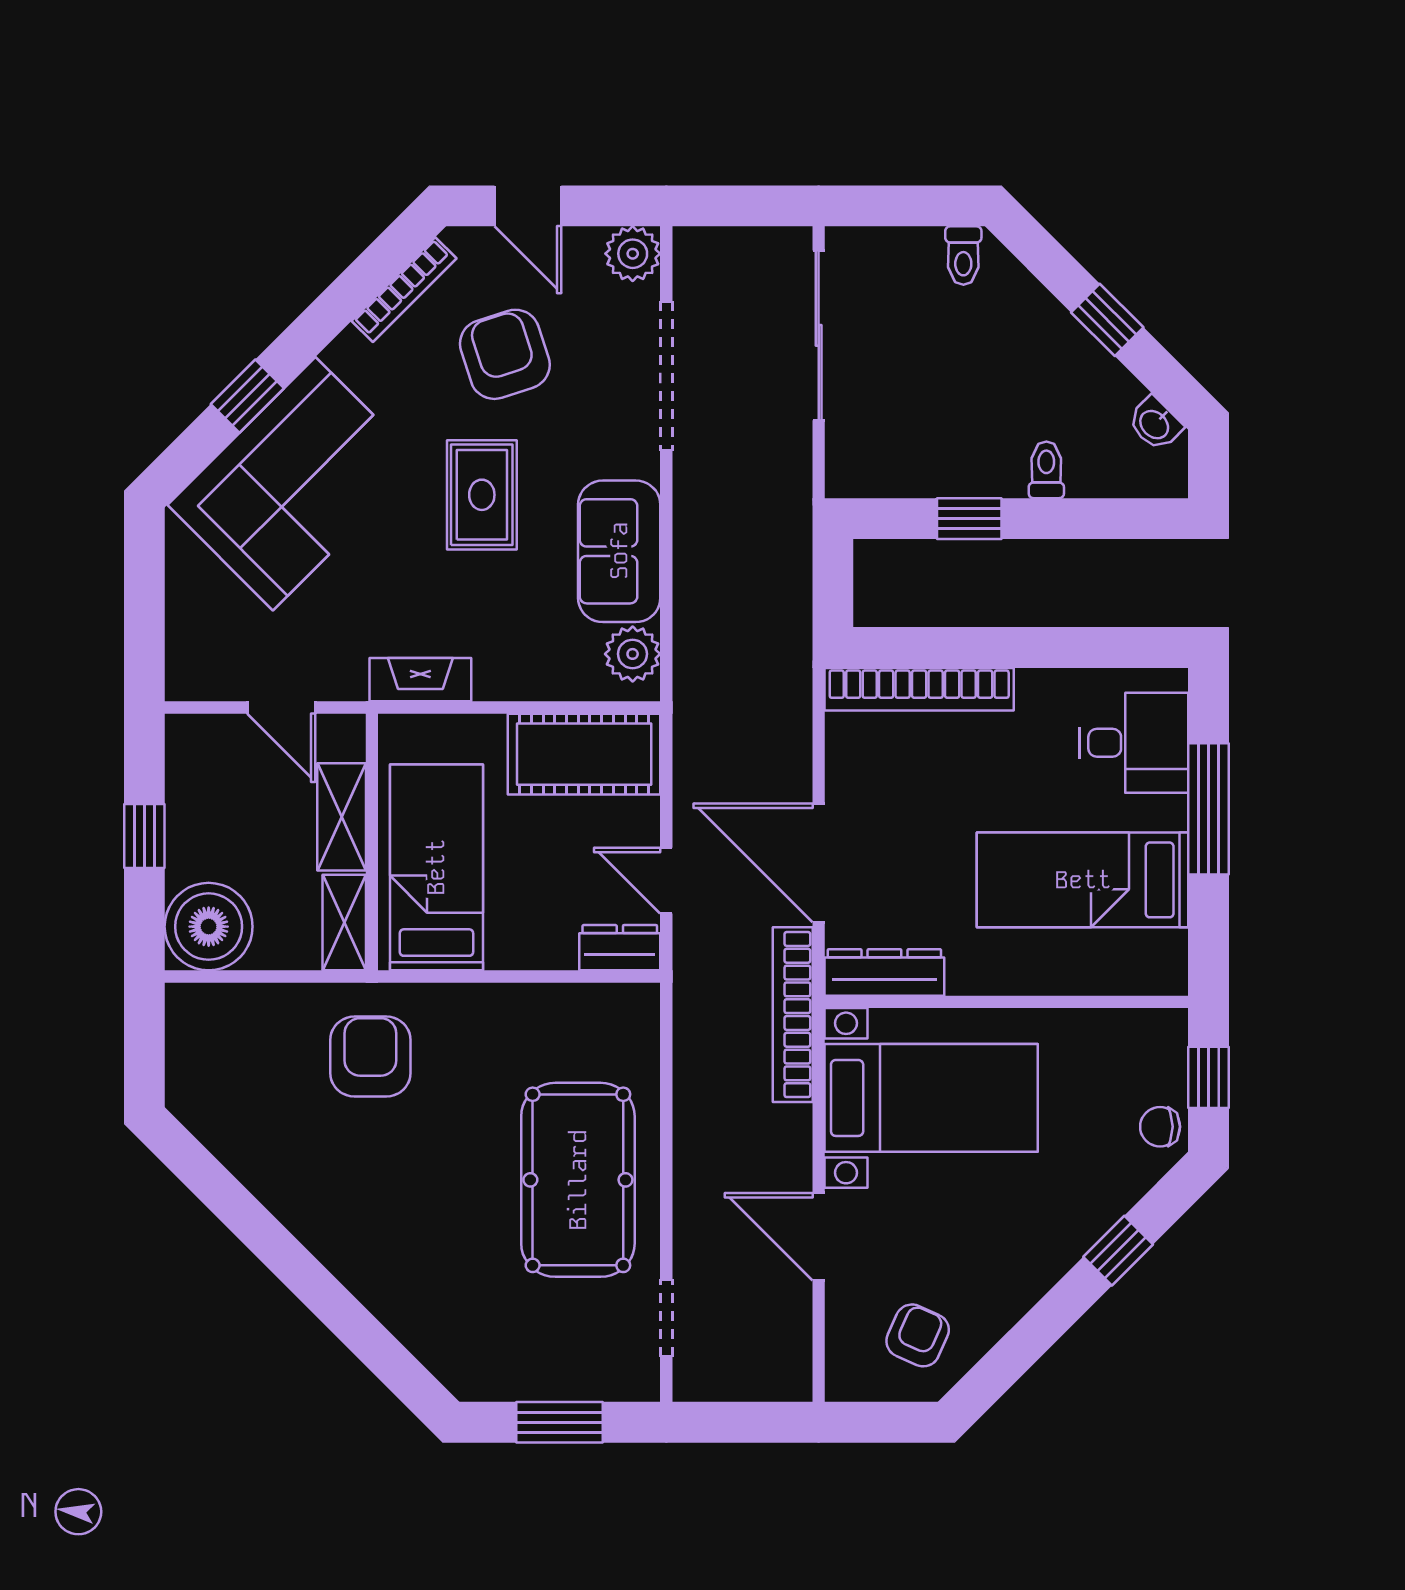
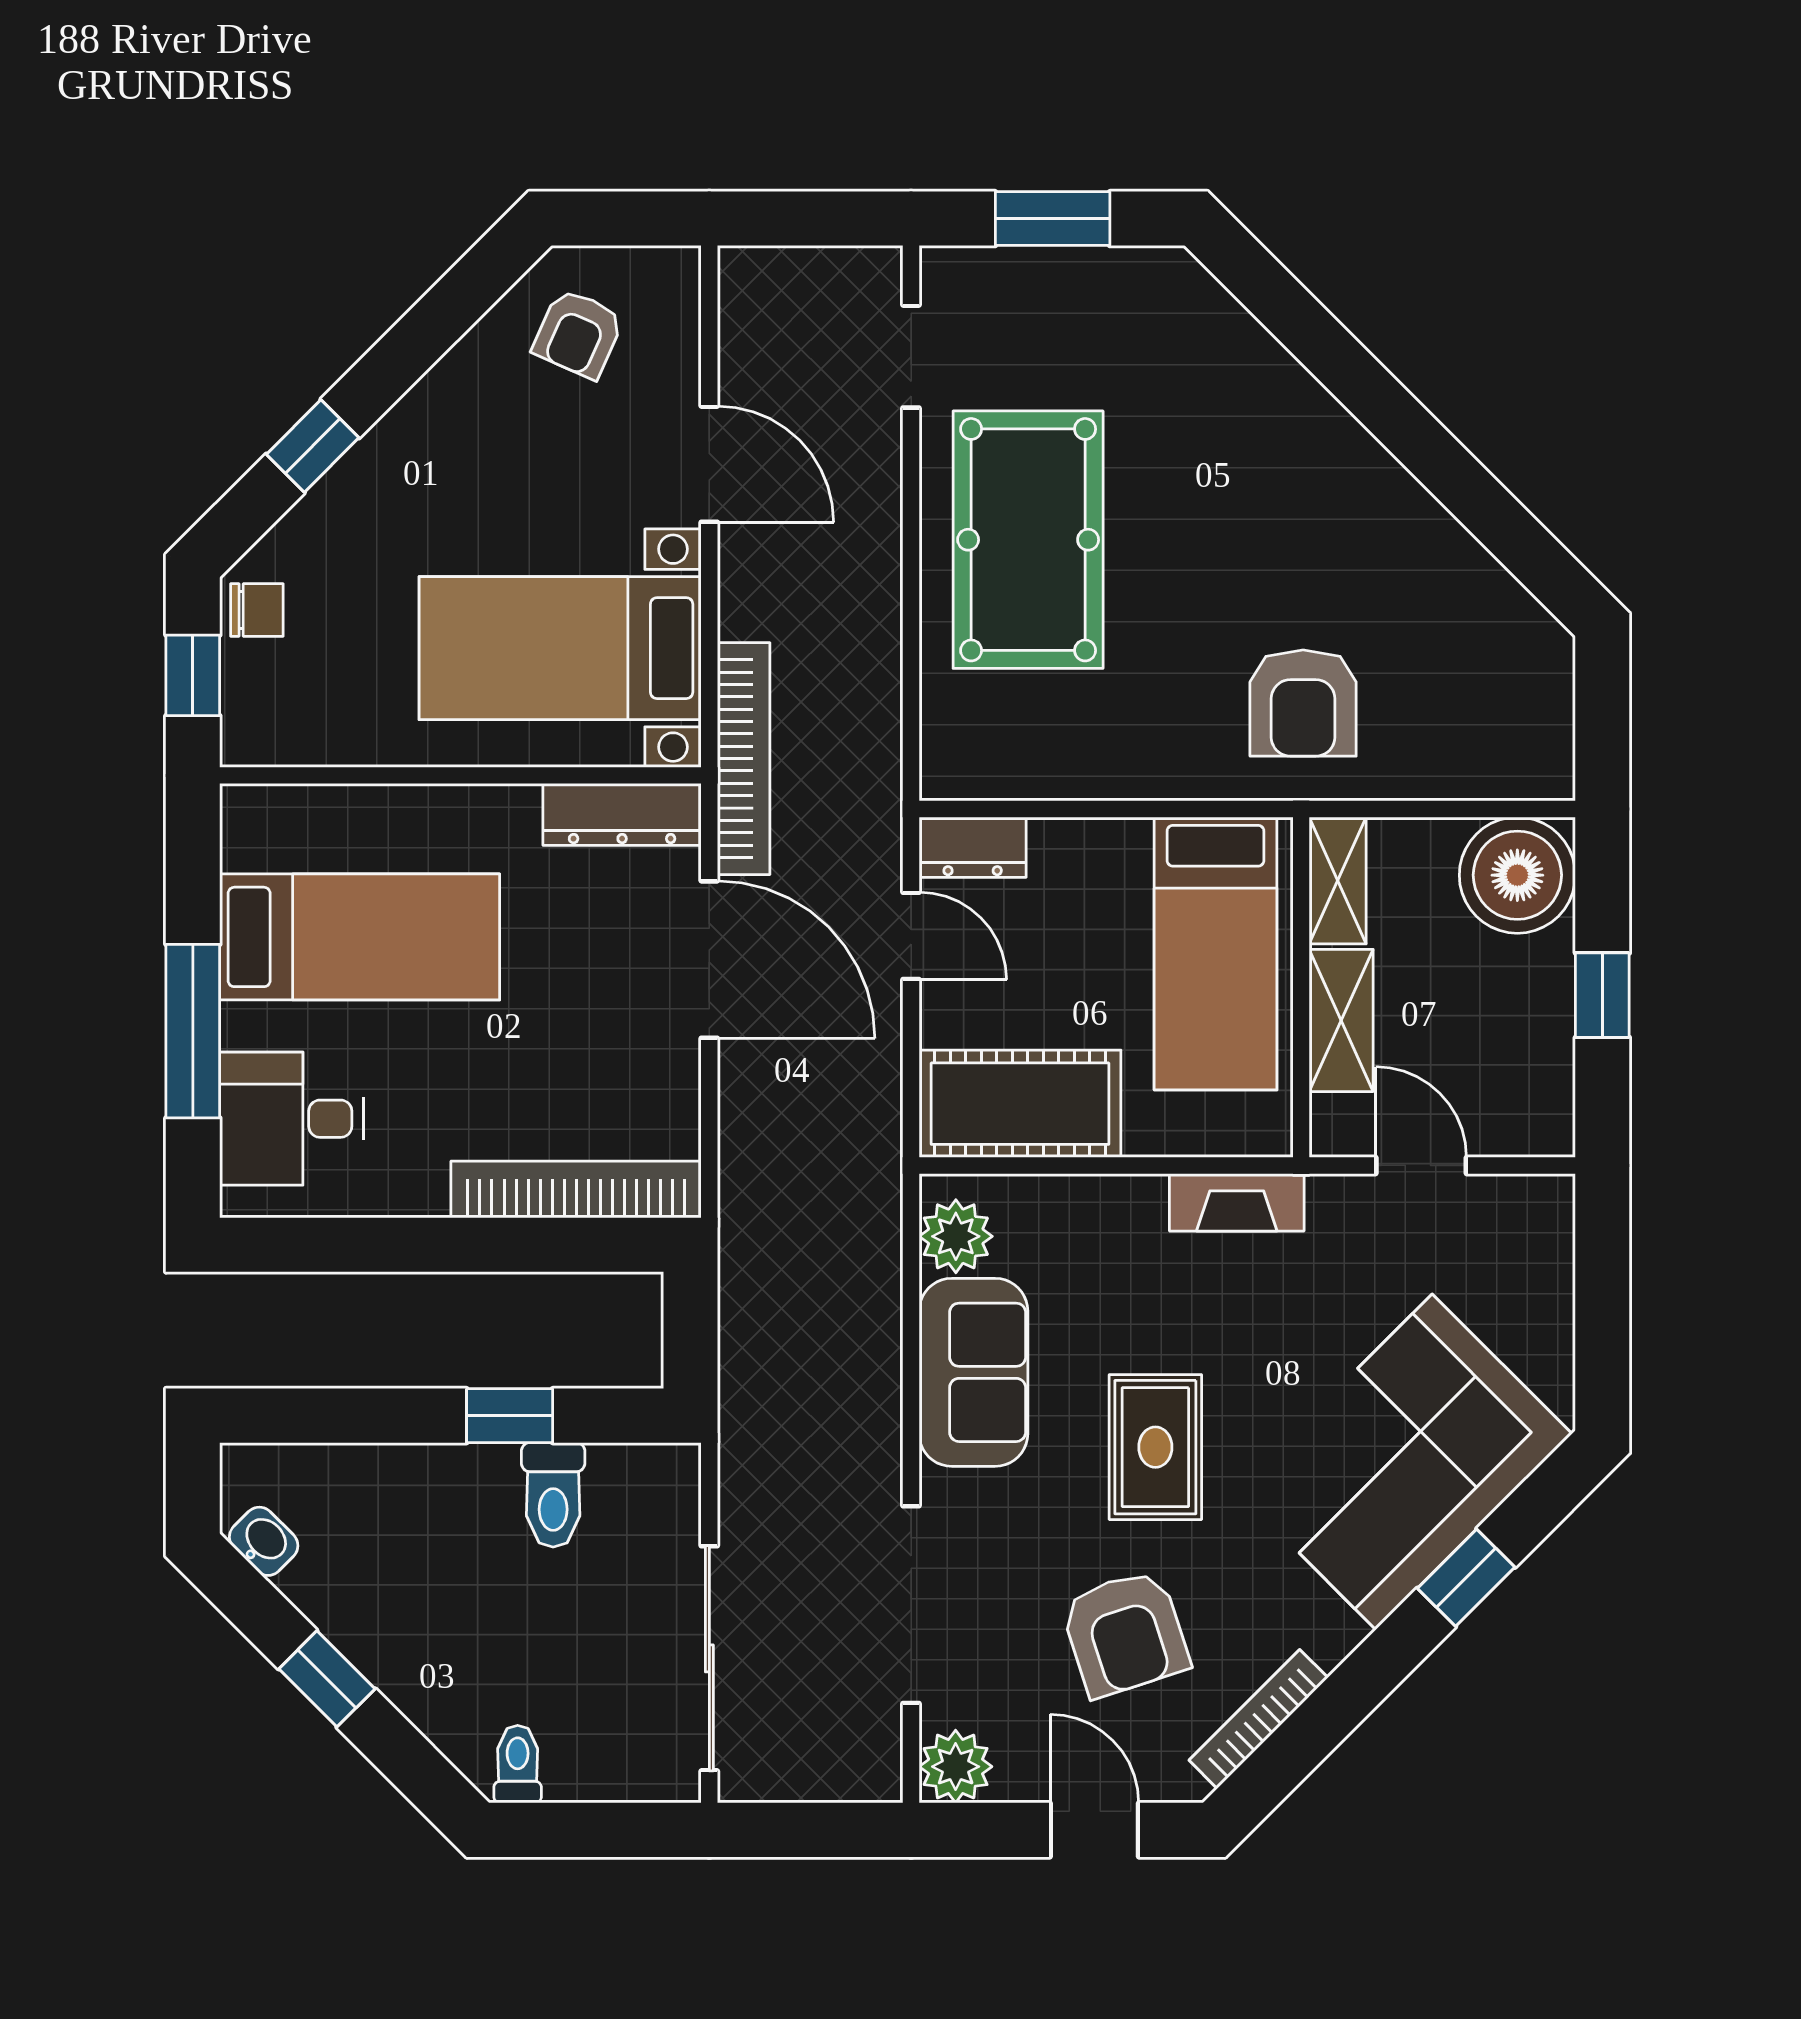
toilet: (1046, 470) -> (553, 1495), moved, width x1.37, depth x1.39

